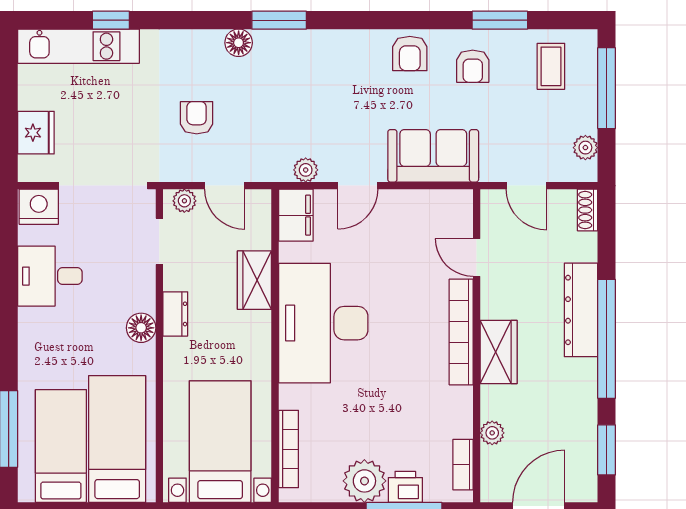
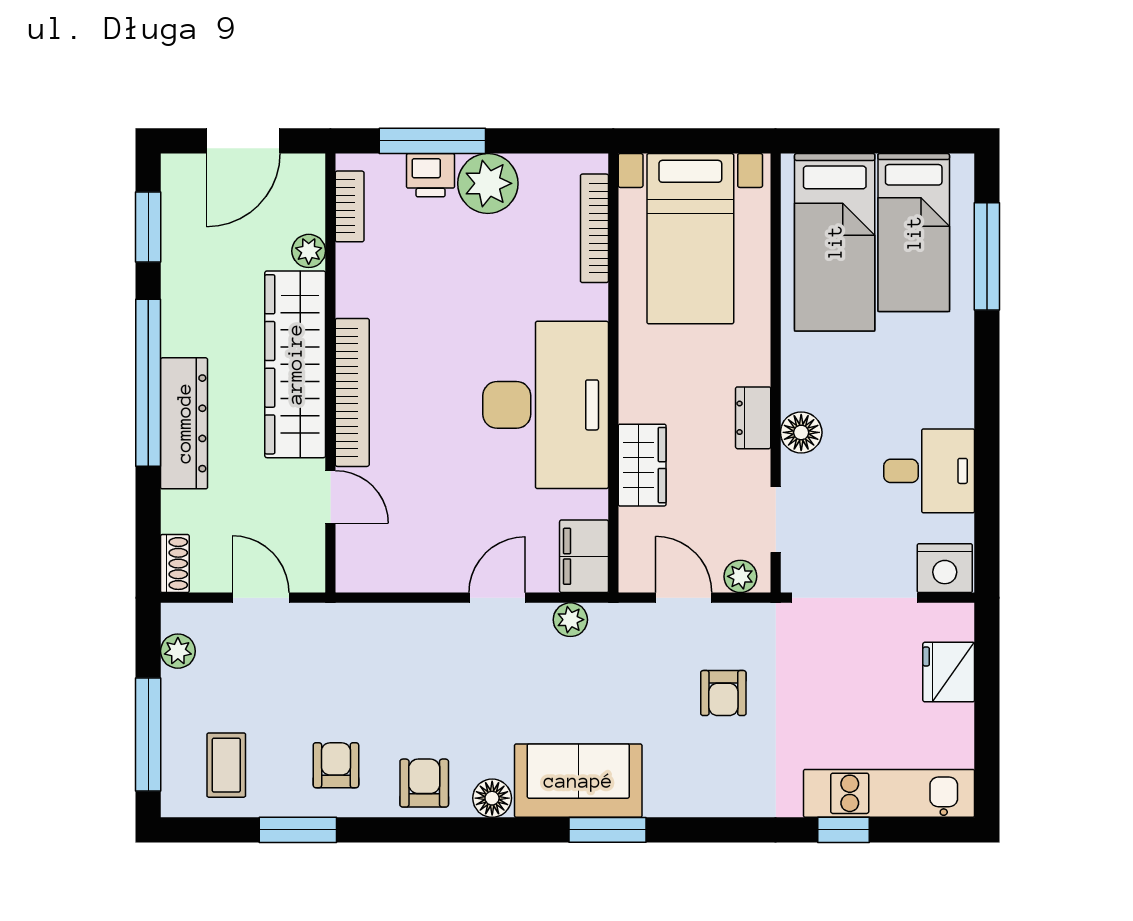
floor lamp: (239, 43) -> (492, 798), moved
sofa: (433, 156) -> (578, 781), moved, turned 180
floor lamp: (141, 328) -> (801, 432), moved
wardrobe: (499, 352) -> (295, 364), width x2.10, depth x1.17

